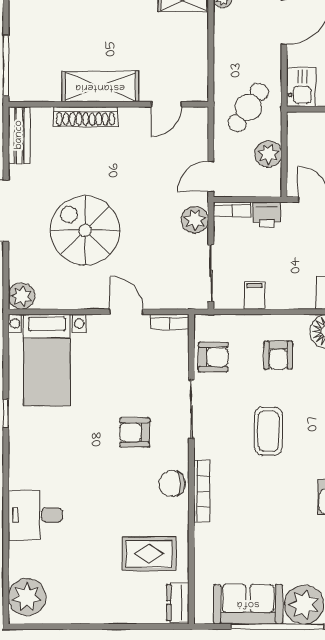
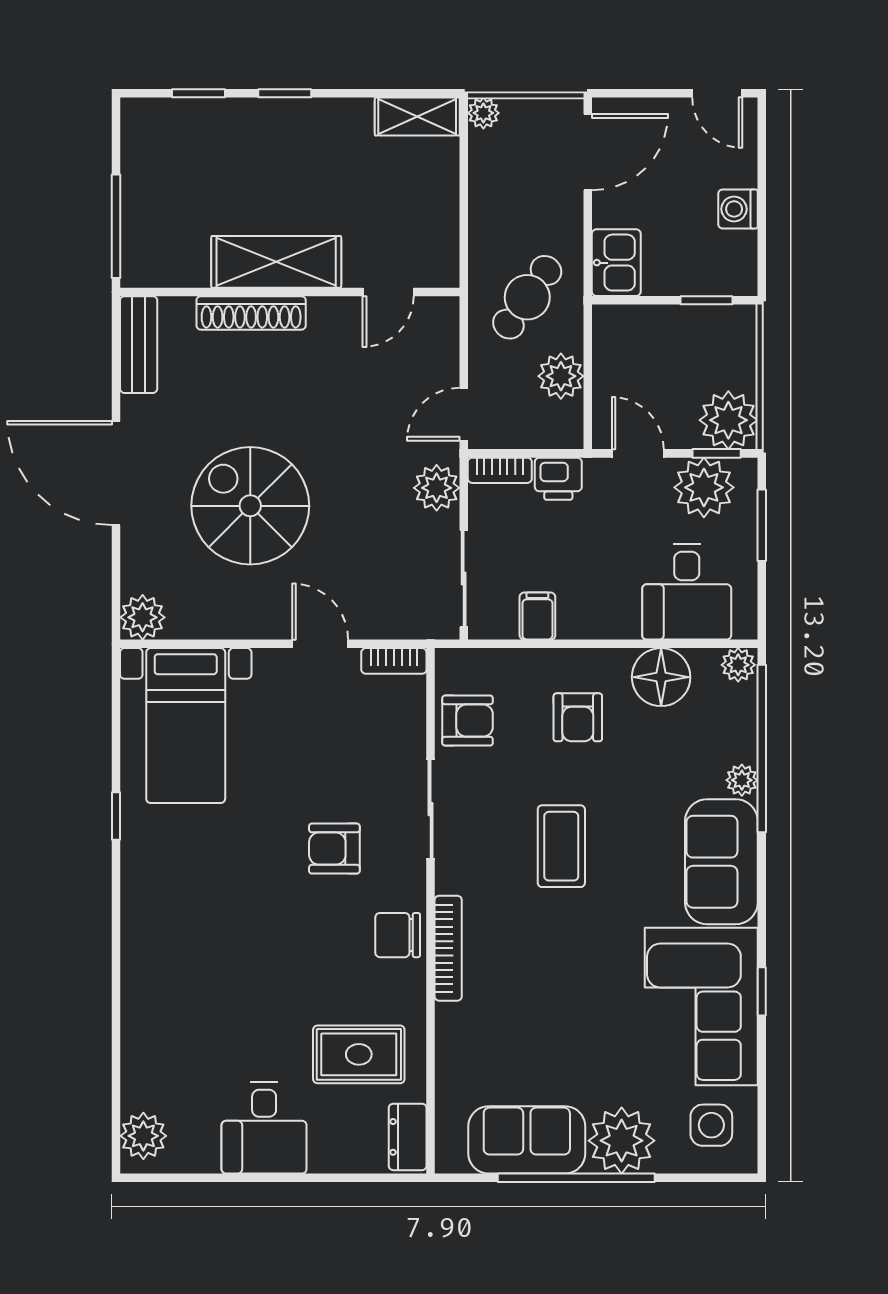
desk: (35, 515) -> (264, 1128), moved, turned -90
plant: (27, 597) -> (143, 1136), width x0.73, depth x0.73

